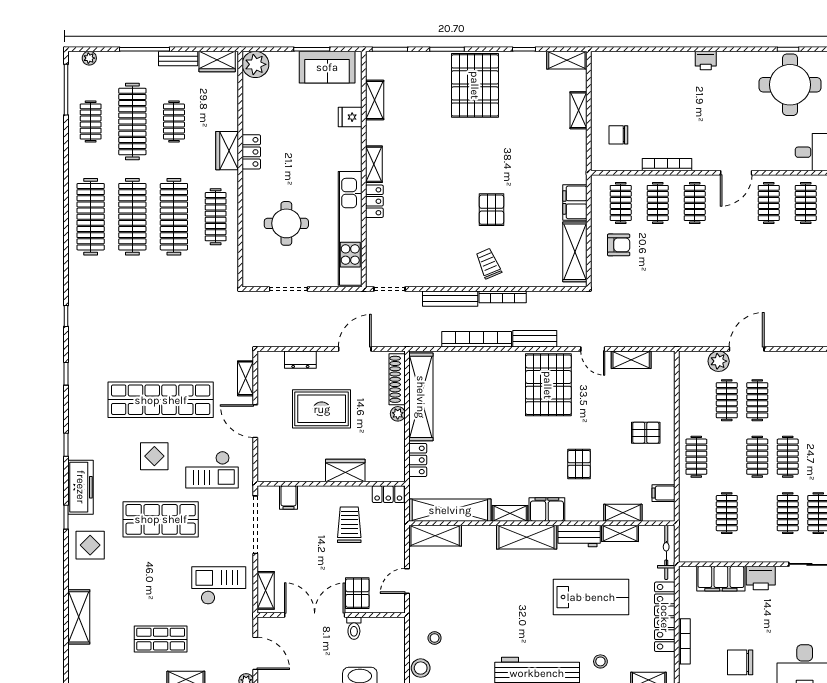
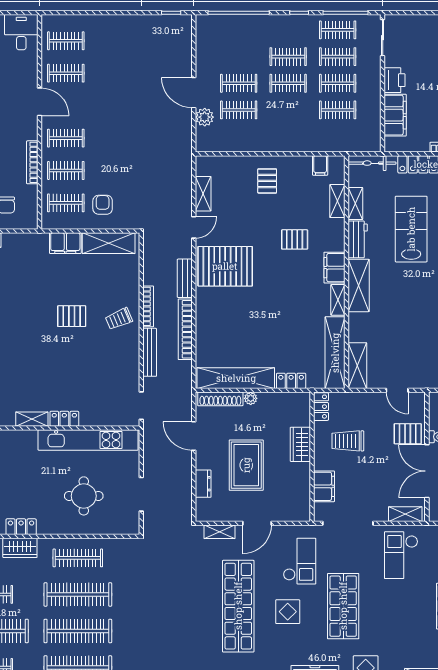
clothes rail: (696, 457) -> (338, 83), moved
filing cabinet: (289, 498) -> (324, 486), width x2.00

